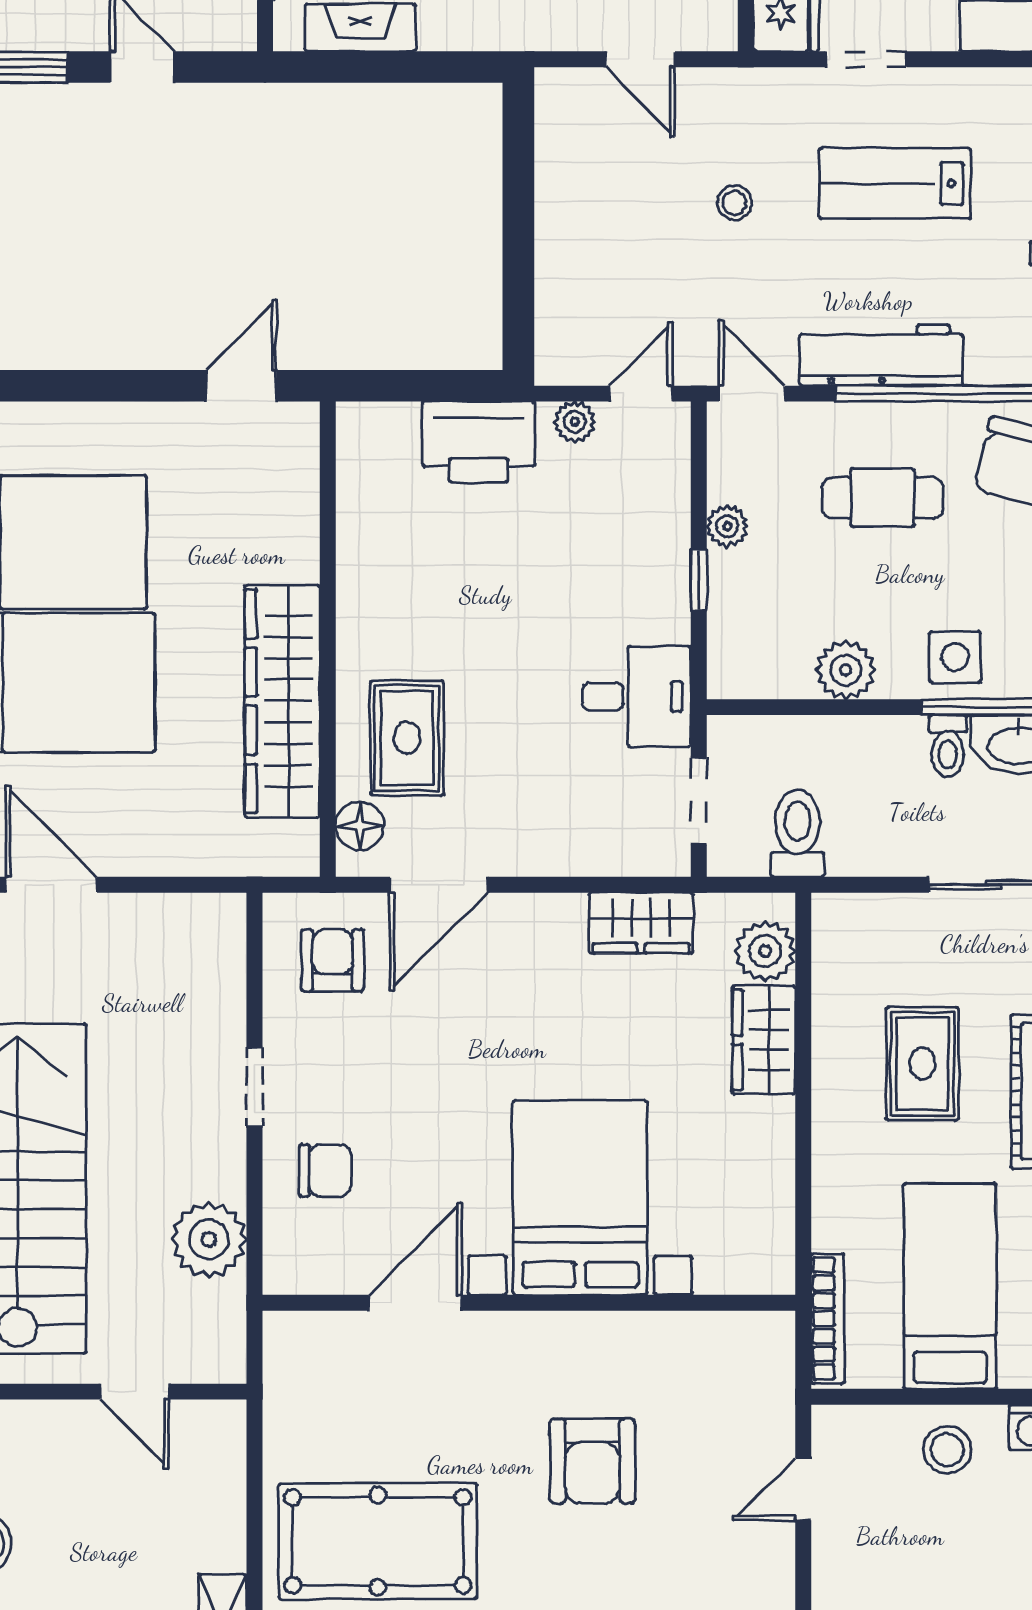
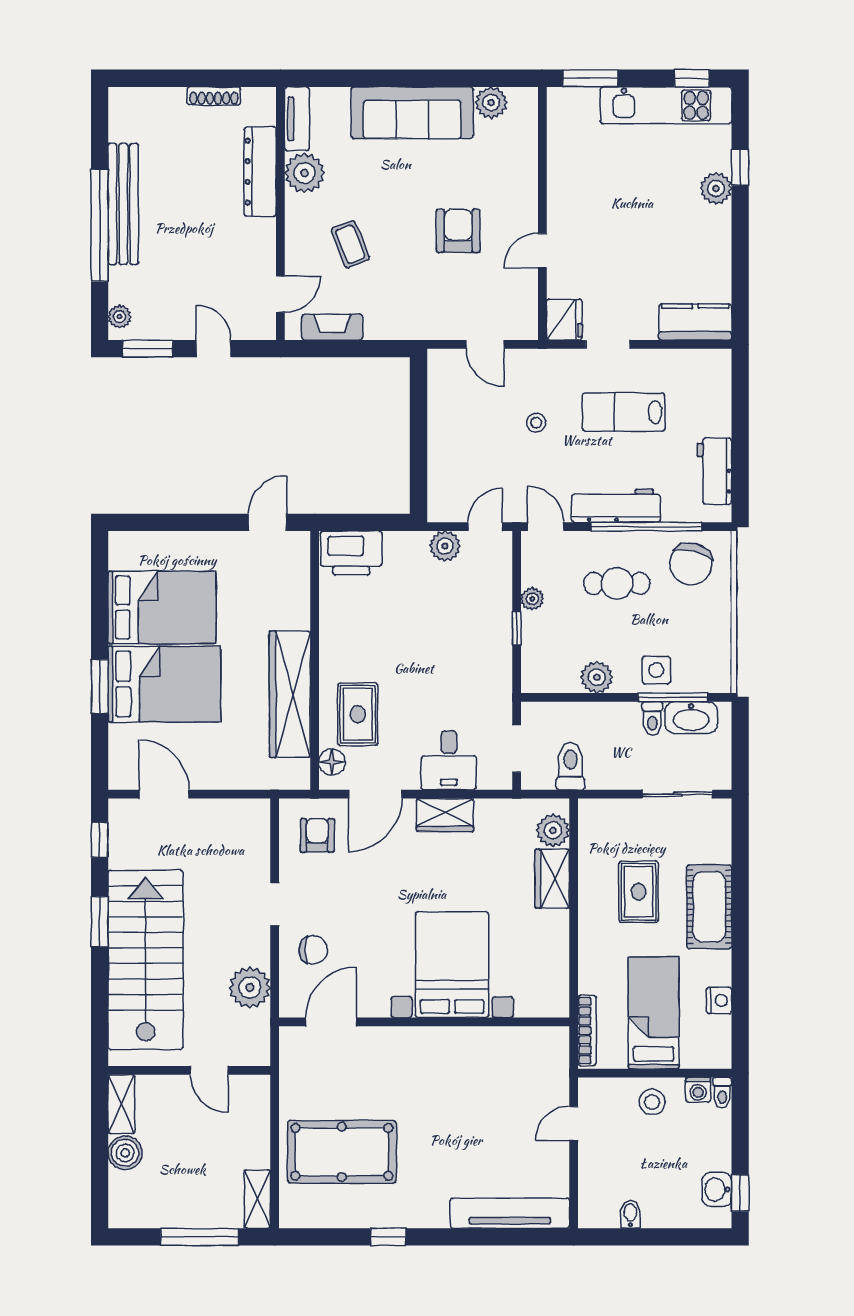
plant: (575, 422) -> (445, 546), width x1.38, depth x1.38
printer: (479, 442) -> (351, 553), moved
desk: (637, 696) -> (449, 760), moved, turned 90
wardrobe: (641, 923) -> (445, 815), moved
door: (415, 1303) -> (331, 1022), moved
armchair: (592, 1461) -> (459, 1108), removed

